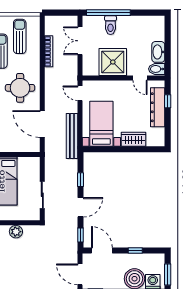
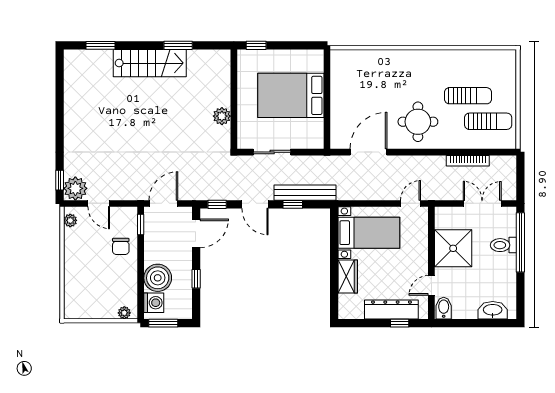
washbasin: (158, 52) -> (493, 310), moved
bench: (72, 136) -> (305, 193), moved

